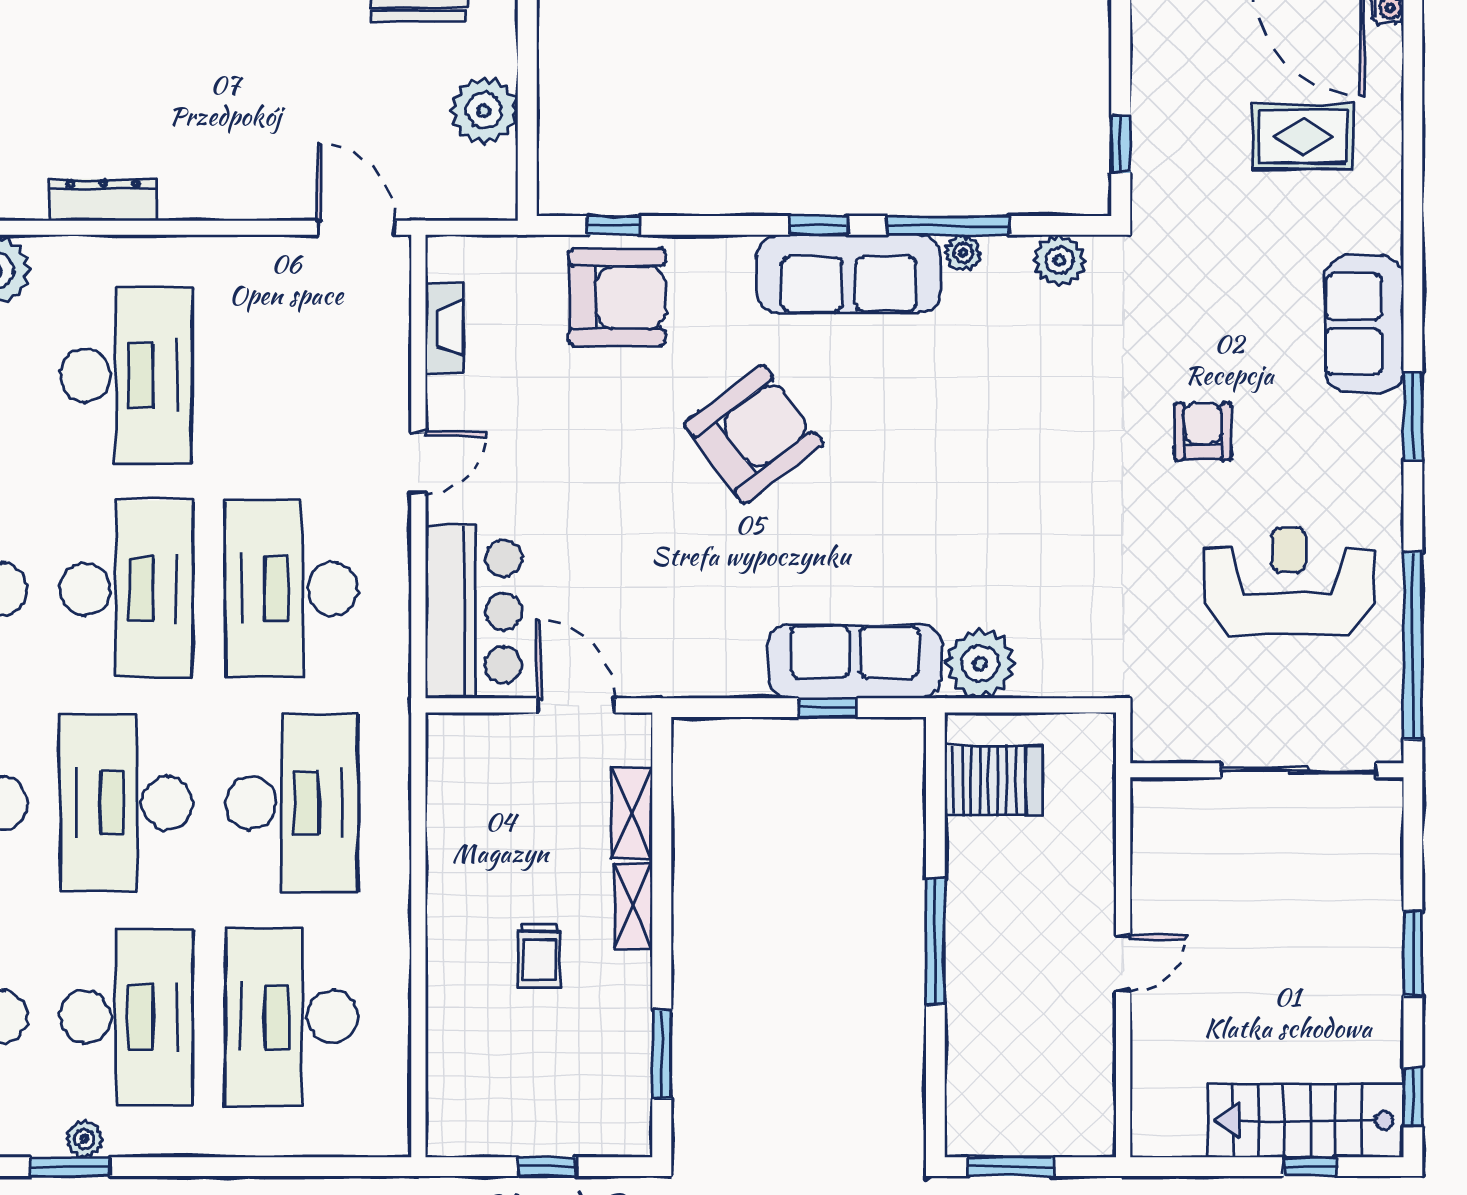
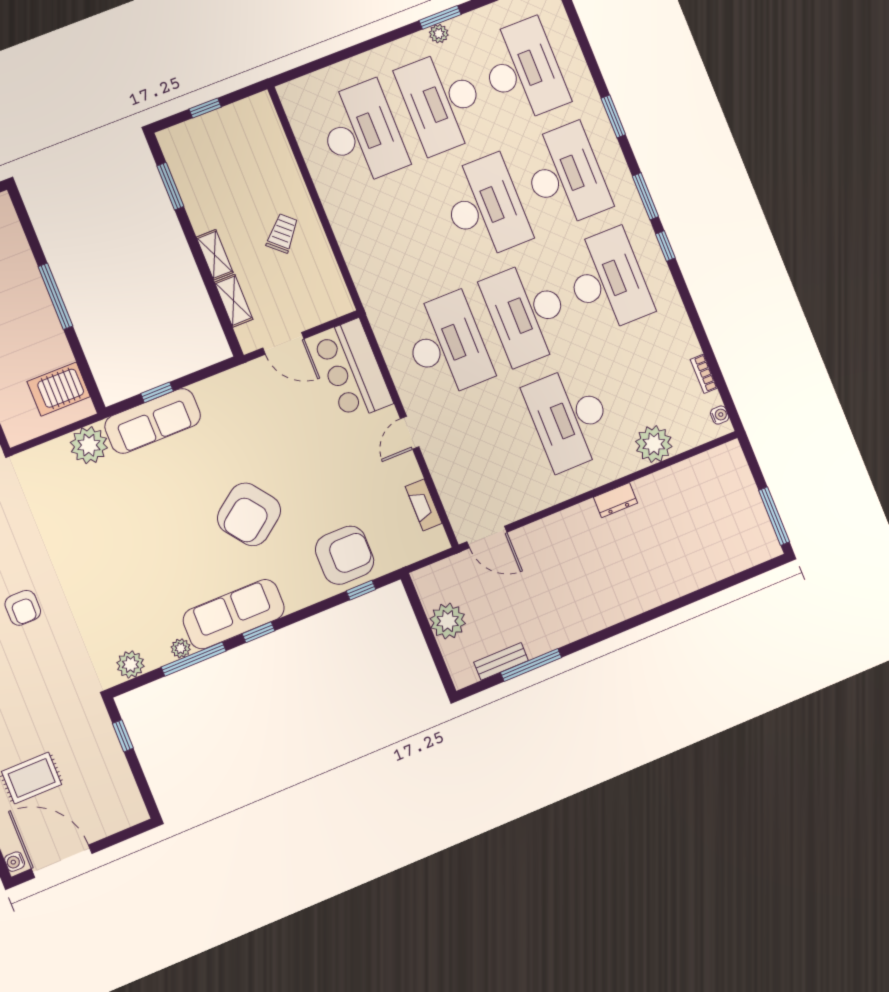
dresser: (103, 200) -> (616, 500), width x0.70
armchair: (617, 297) -> (345, 555), turned 180
desk: (292, 803) -> (404, 239), removed
trolley: (539, 956) -> (282, 233), moved, turned 42

